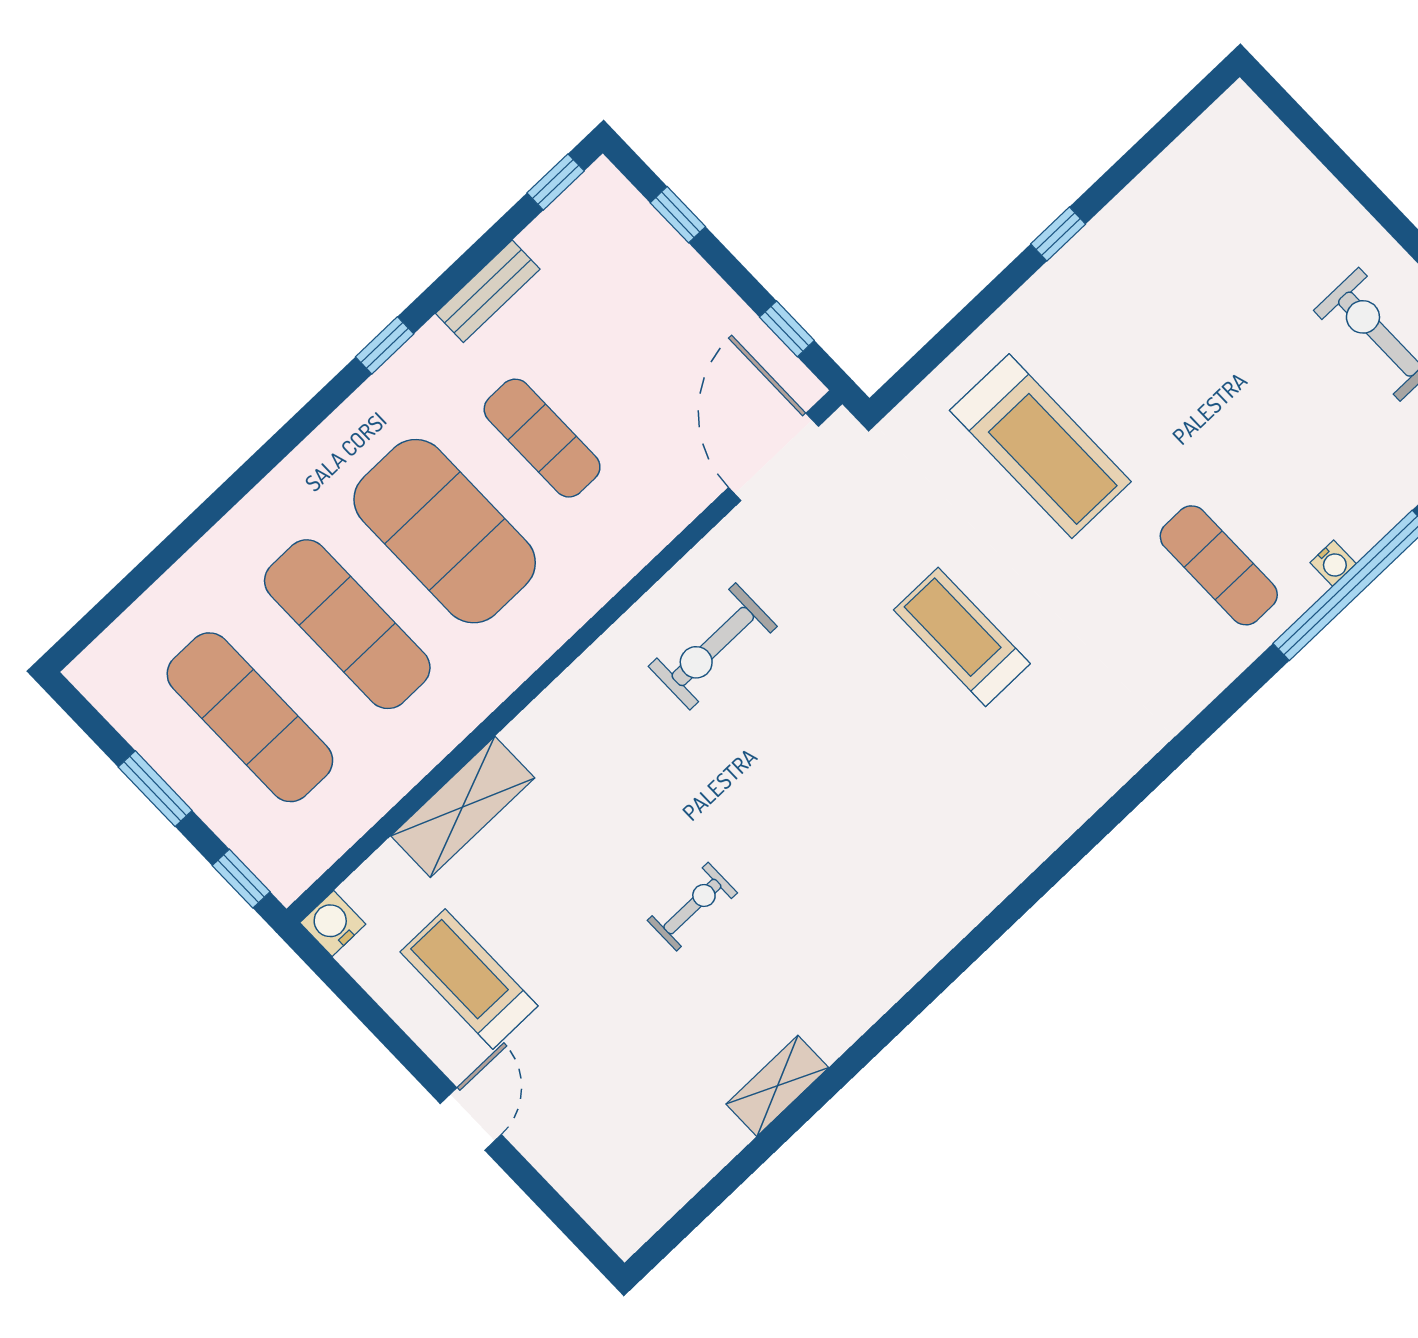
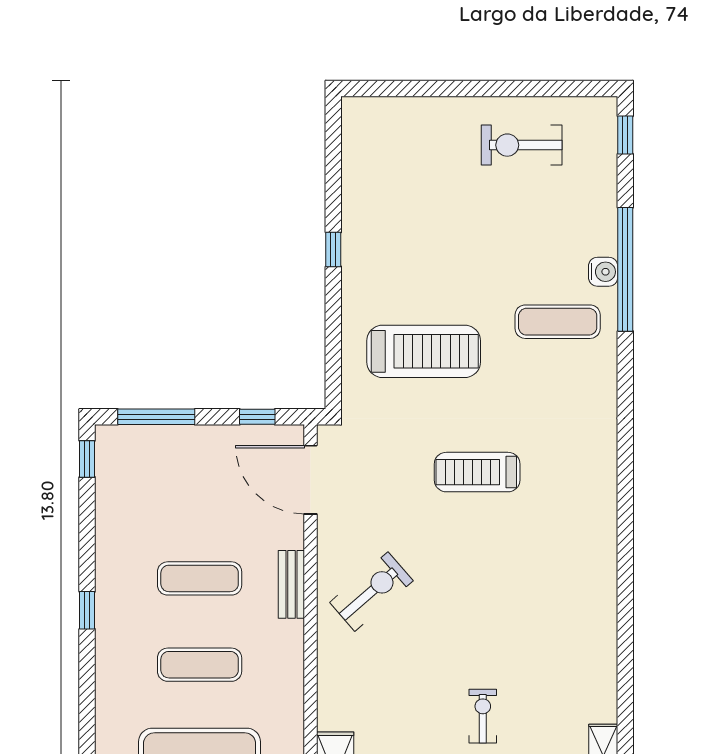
window: (678, 215) -> (156, 417), width x2.17
bench: (488, 291) -> (291, 584), moved
exercise mat: (445, 531) -> (200, 665), width x0.50, depth x0.69
water cooler: (1333, 563) -> (603, 272), width x1.38, depth x1.38
exercise bike: (713, 646) -> (371, 592), turned -131

